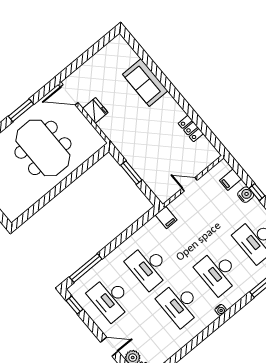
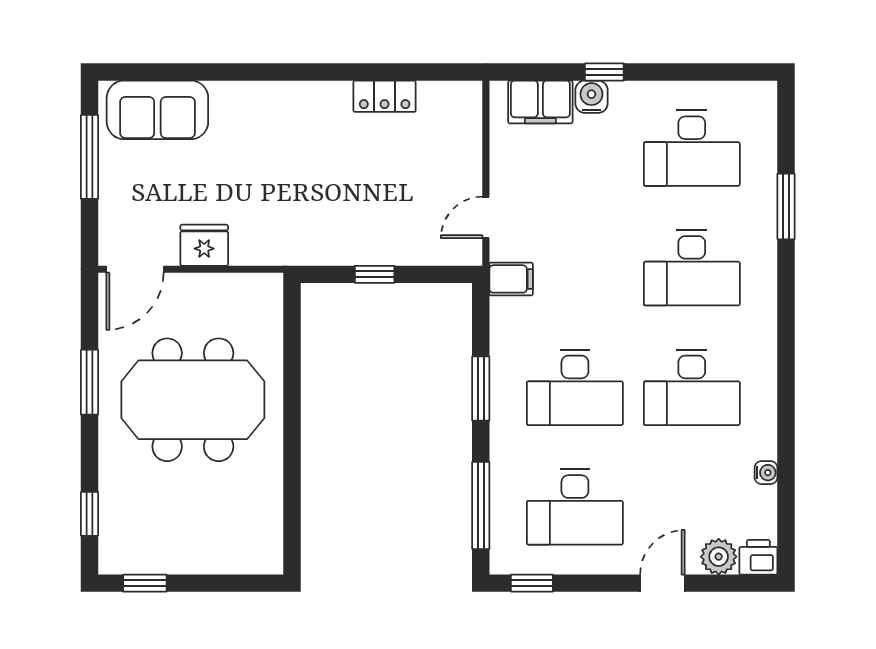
window: (93, 50) -> (90, 157), added
sofa: (145, 83) -> (157, 110), moved
window: (131, 173) -> (375, 274), width x0.67
filing cabinet: (230, 180) -> (540, 102), width x2.00
door: (190, 184) -> (486, 217), moved
window: (123, 237) -> (481, 388), added
water cooler: (221, 310) -> (766, 473), moved

